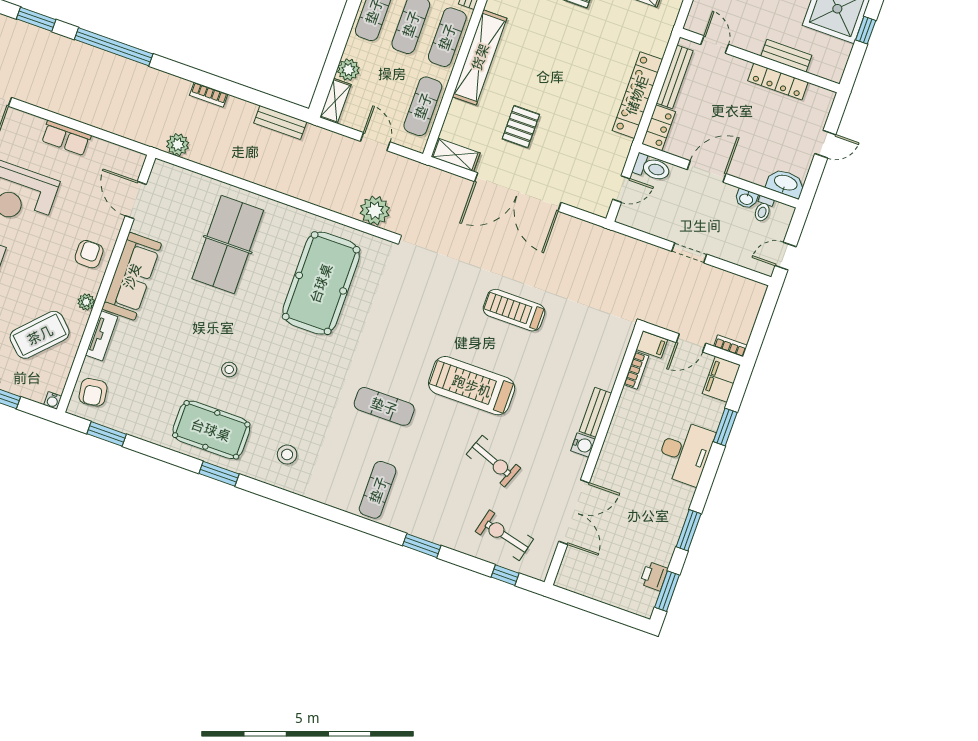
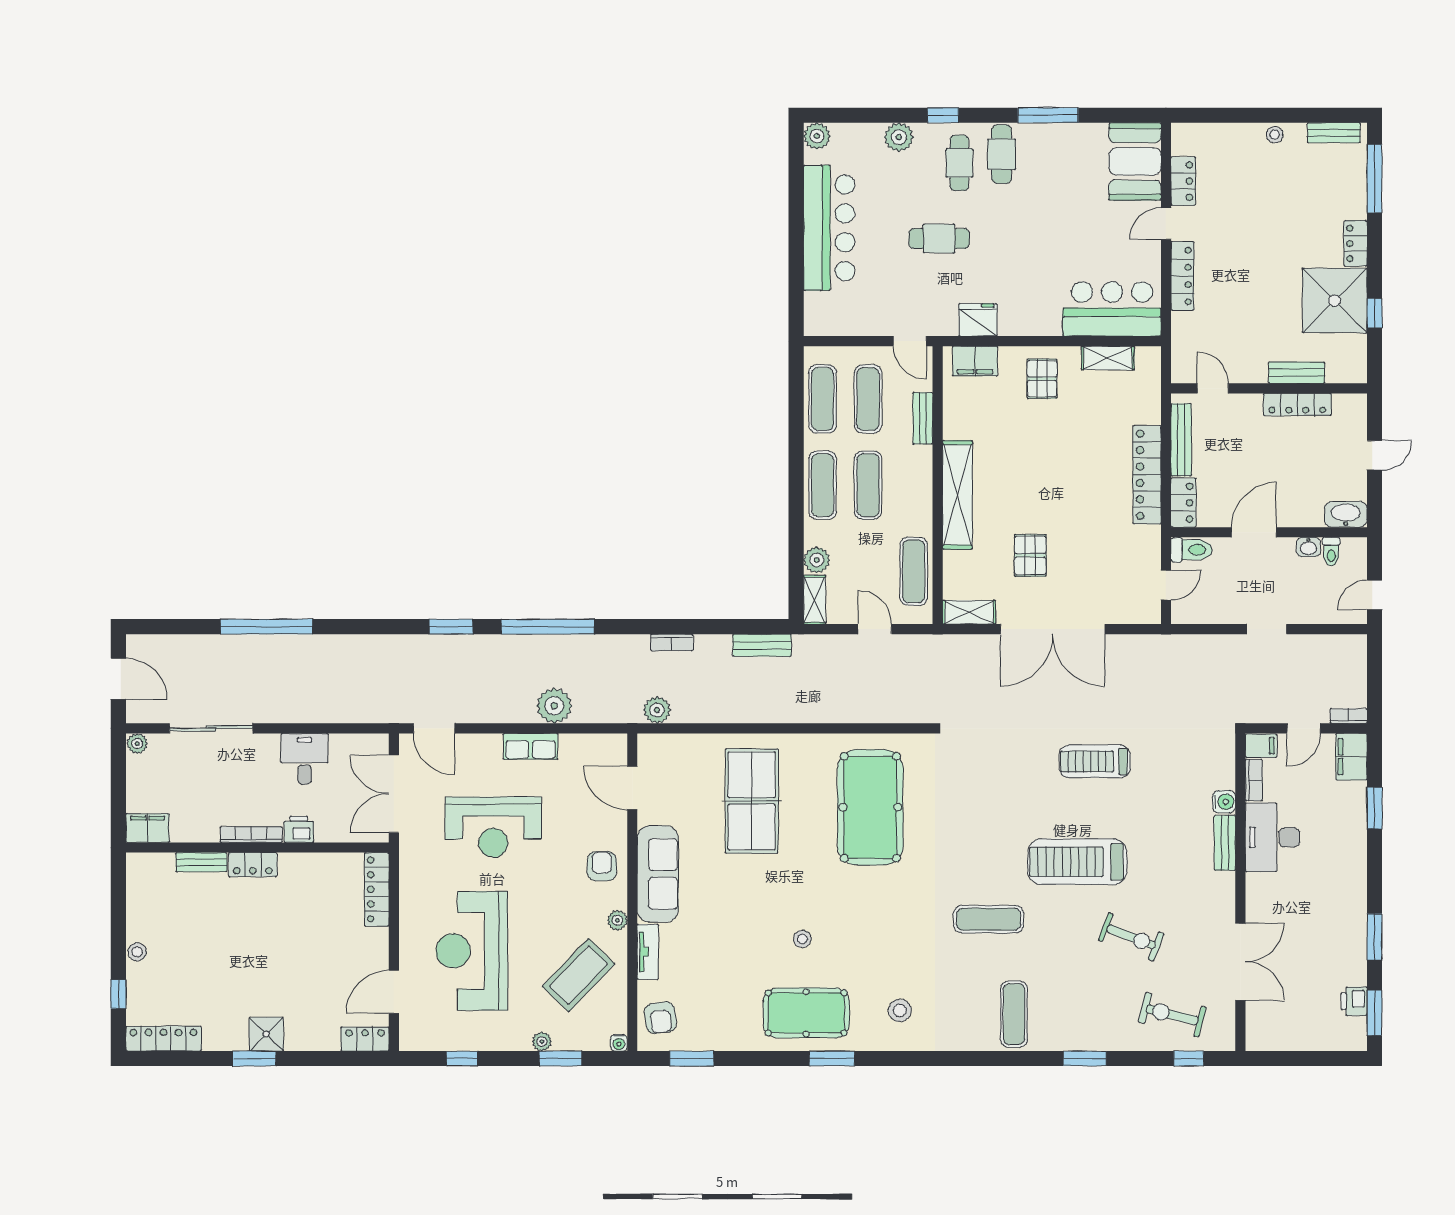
exercise mat: (447, 37) -> (914, 485), removed
plant: (375, 211) -> (554, 706), moved
water cooler: (583, 445) -> (1224, 802), moved
desk: (685, 453) -> (1272, 837), moved, turned 180

